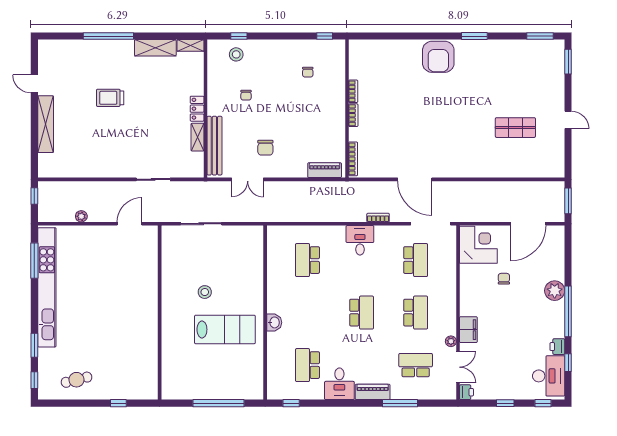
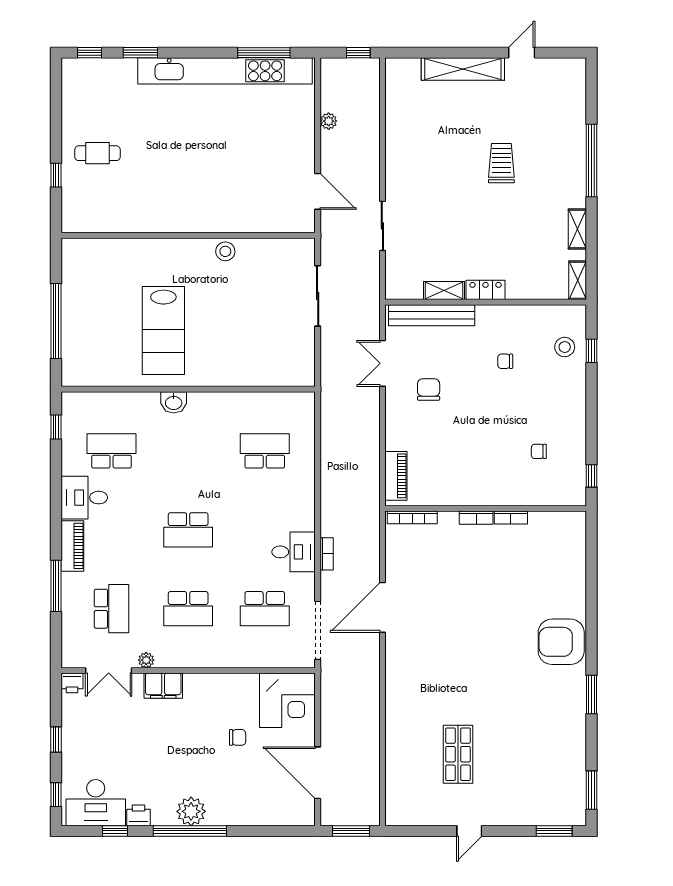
shelving: (155, 48) -> (577, 229), width x0.67, depth x0.75
chair: (265, 148) -> (429, 390), turned 90
desk: (360, 240) -> (294, 552), moved
plant: (555, 291) -> (191, 811), moved
stool: (205, 292) -> (225, 251), moved
cafe table: (76, 380) -> (97, 153), moved, turned -76

